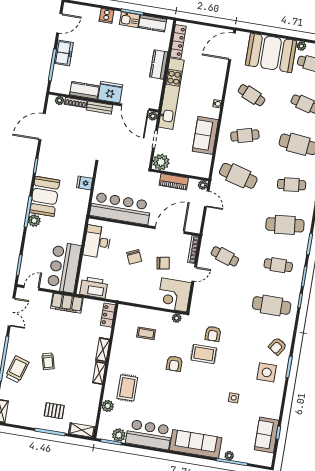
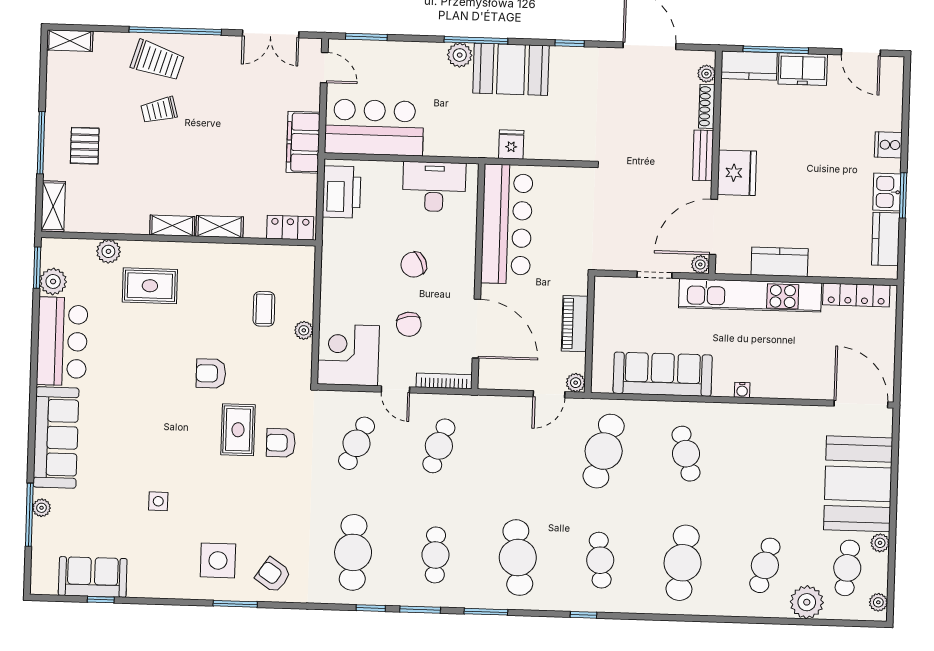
kitchen counter: (159, 65) -> (780, 262), moved
kitchen counter: (84, 90) -> (749, 66), moved, turned 90
cafe table: (252, 95) -> (357, 443), moved
sofa: (205, 135) -> (663, 374), width x1.36
plant: (161, 162) -> (610, 293), removed
fridge: (85, 183) -> (511, 144), moved
plant: (177, 318) -> (304, 330), moved
trolley: (48, 361) -> (159, 110), moved

